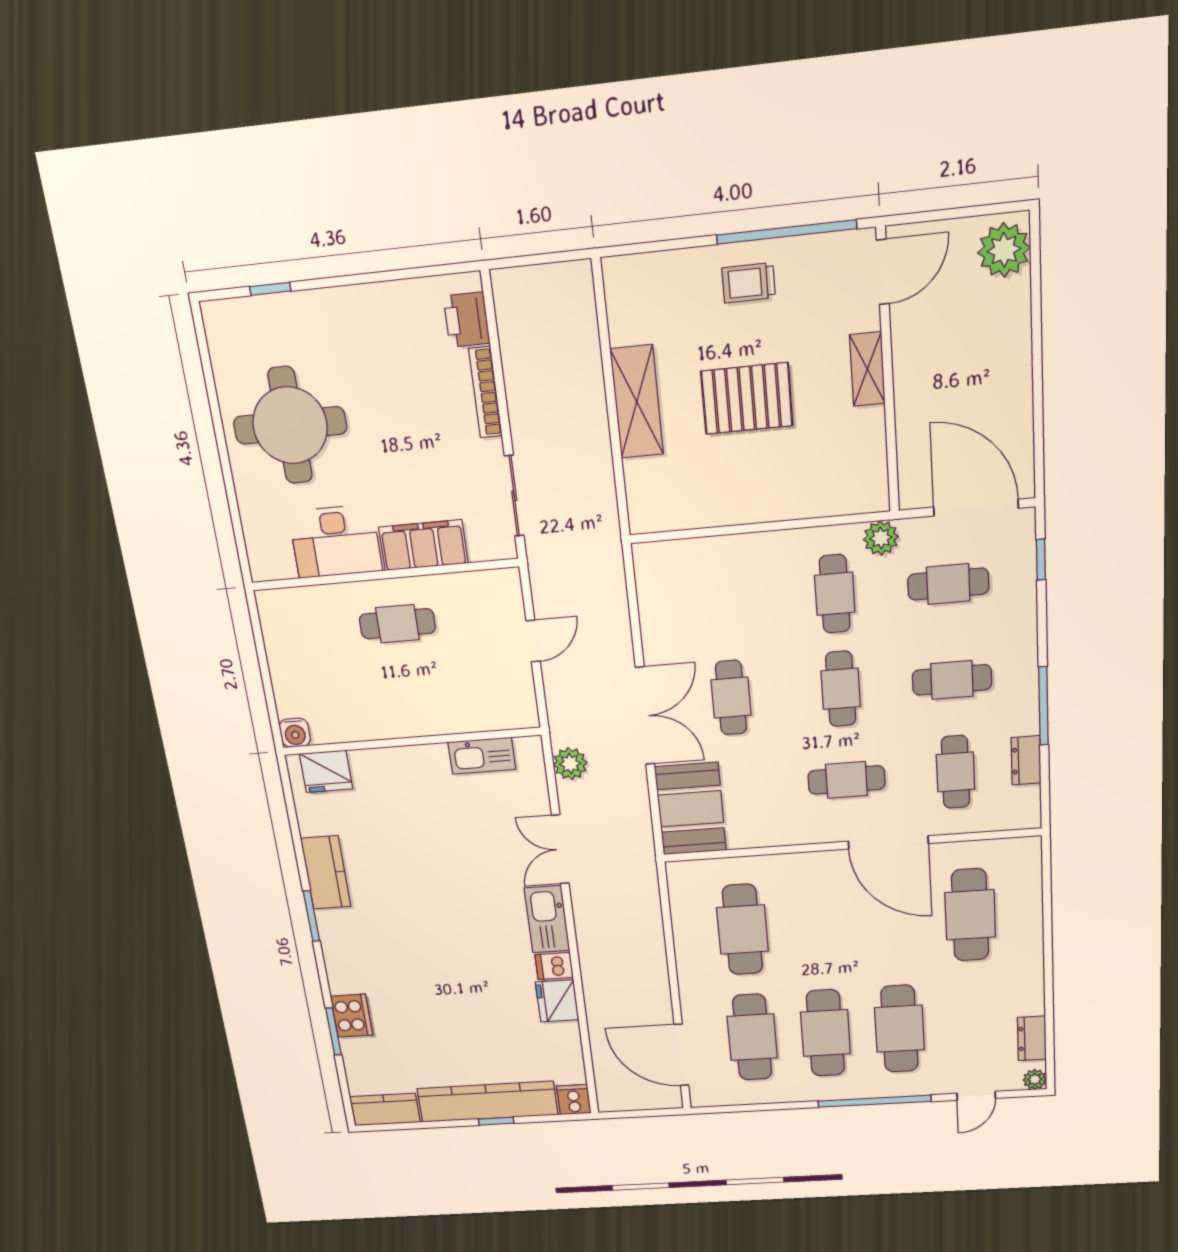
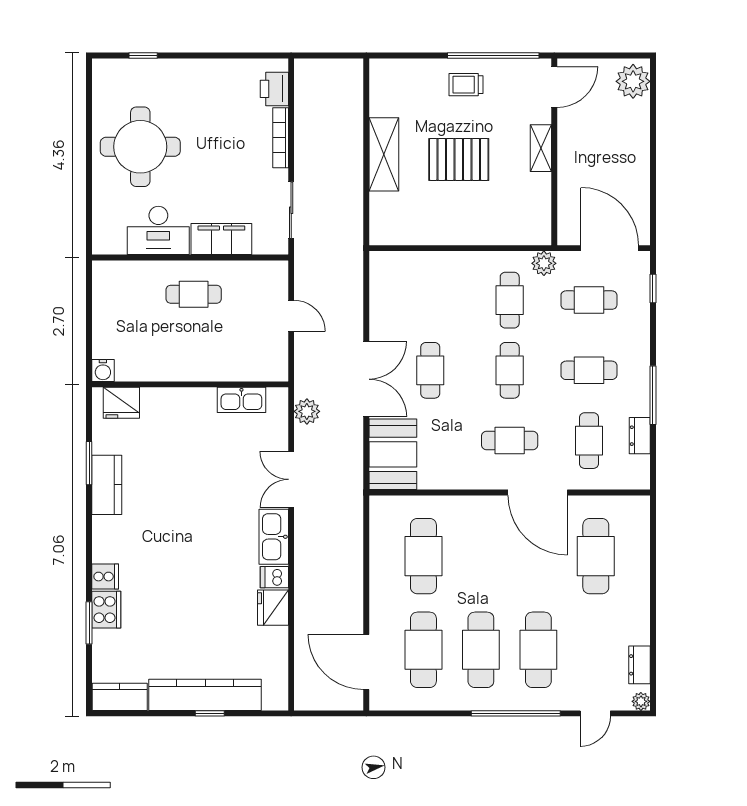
door: (533, 641) -> (291, 316), hinge flipped
window: (312, 916) -> (89, 463), moved
cooker: (574, 1100) -> (105, 577), moved, turned 90

